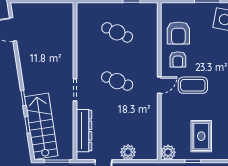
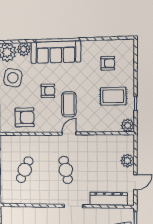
armchair: (178, 59) -> (48, 91), moved
cafe table: (117, 81) -> (66, 170), turned -33
door: (159, 85) -> (69, 134), hinge flipped

